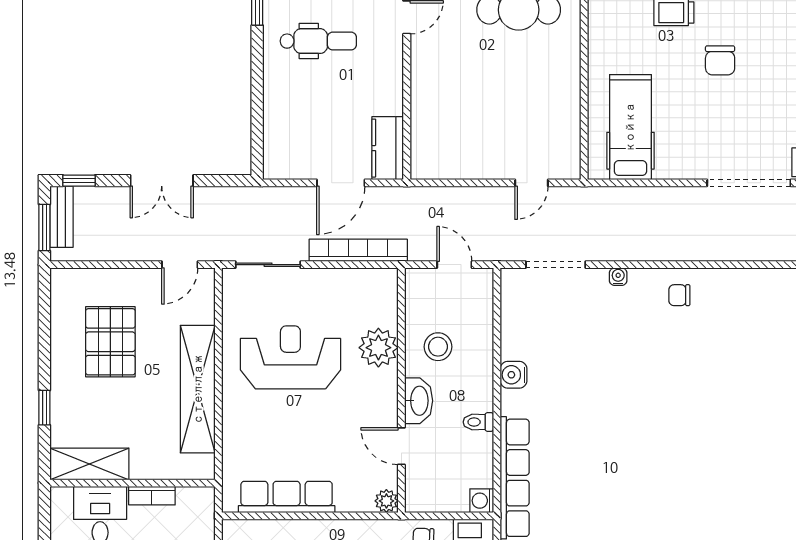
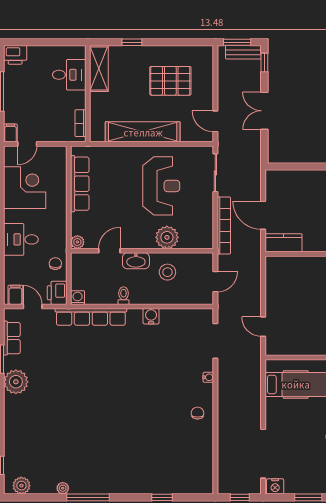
bookcase: (152, 496) -> (80, 123), moved

